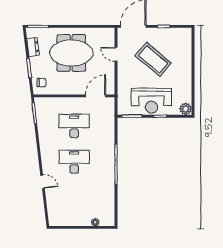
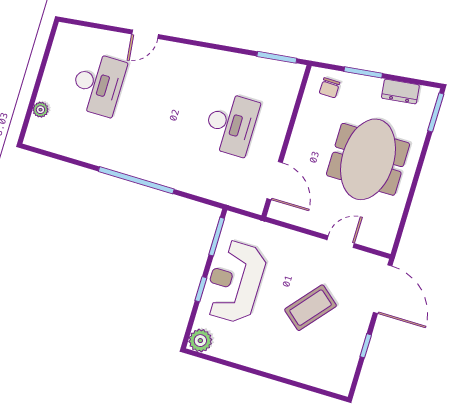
coffee table: (153, 59) -> (311, 308), width x0.73, depth x0.76
desk: (74, 162) -> (98, 84), moved

